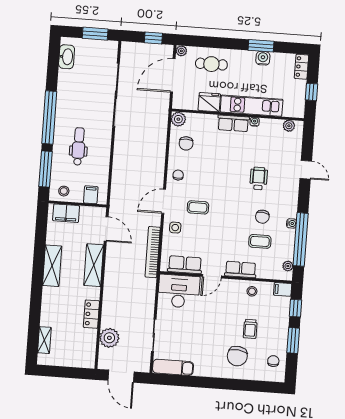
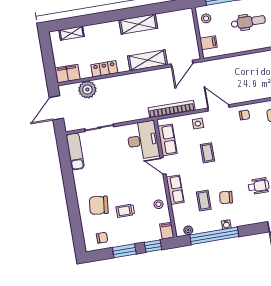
coffee table: (198, 207) -> (207, 153), moved
filing cabinet: (66, 213) -> (67, 74), moved, turned 90

